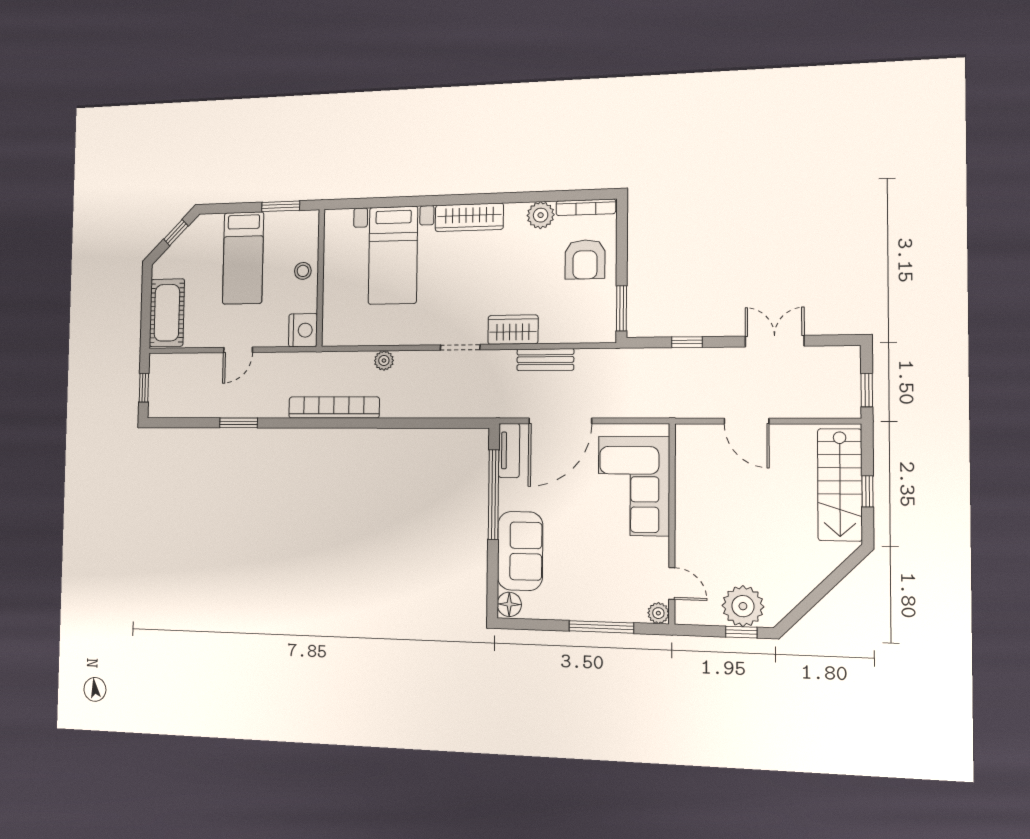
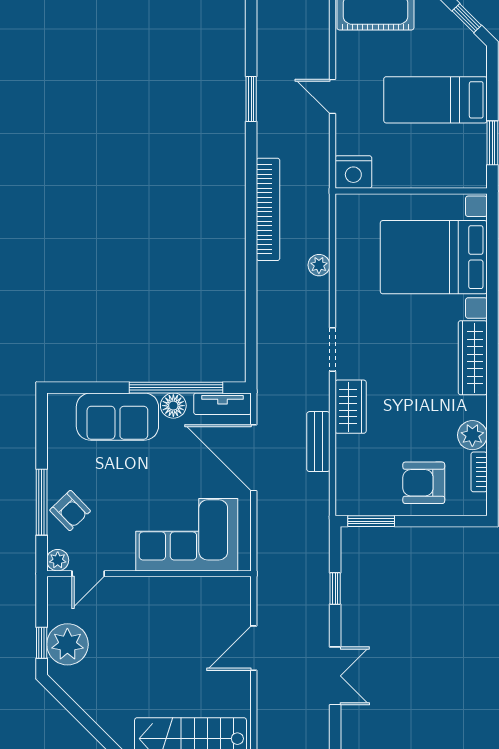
bookcase: (586, 207) -> (479, 472), width x0.64
bed with nightstands: (393, 255) -> (434, 257), width x1.36
stool: (303, 271) -> (419, 171), removed
armchair: (610, 599) -> (70, 511), added
floor lamp: (509, 604) -> (173, 406), moved

